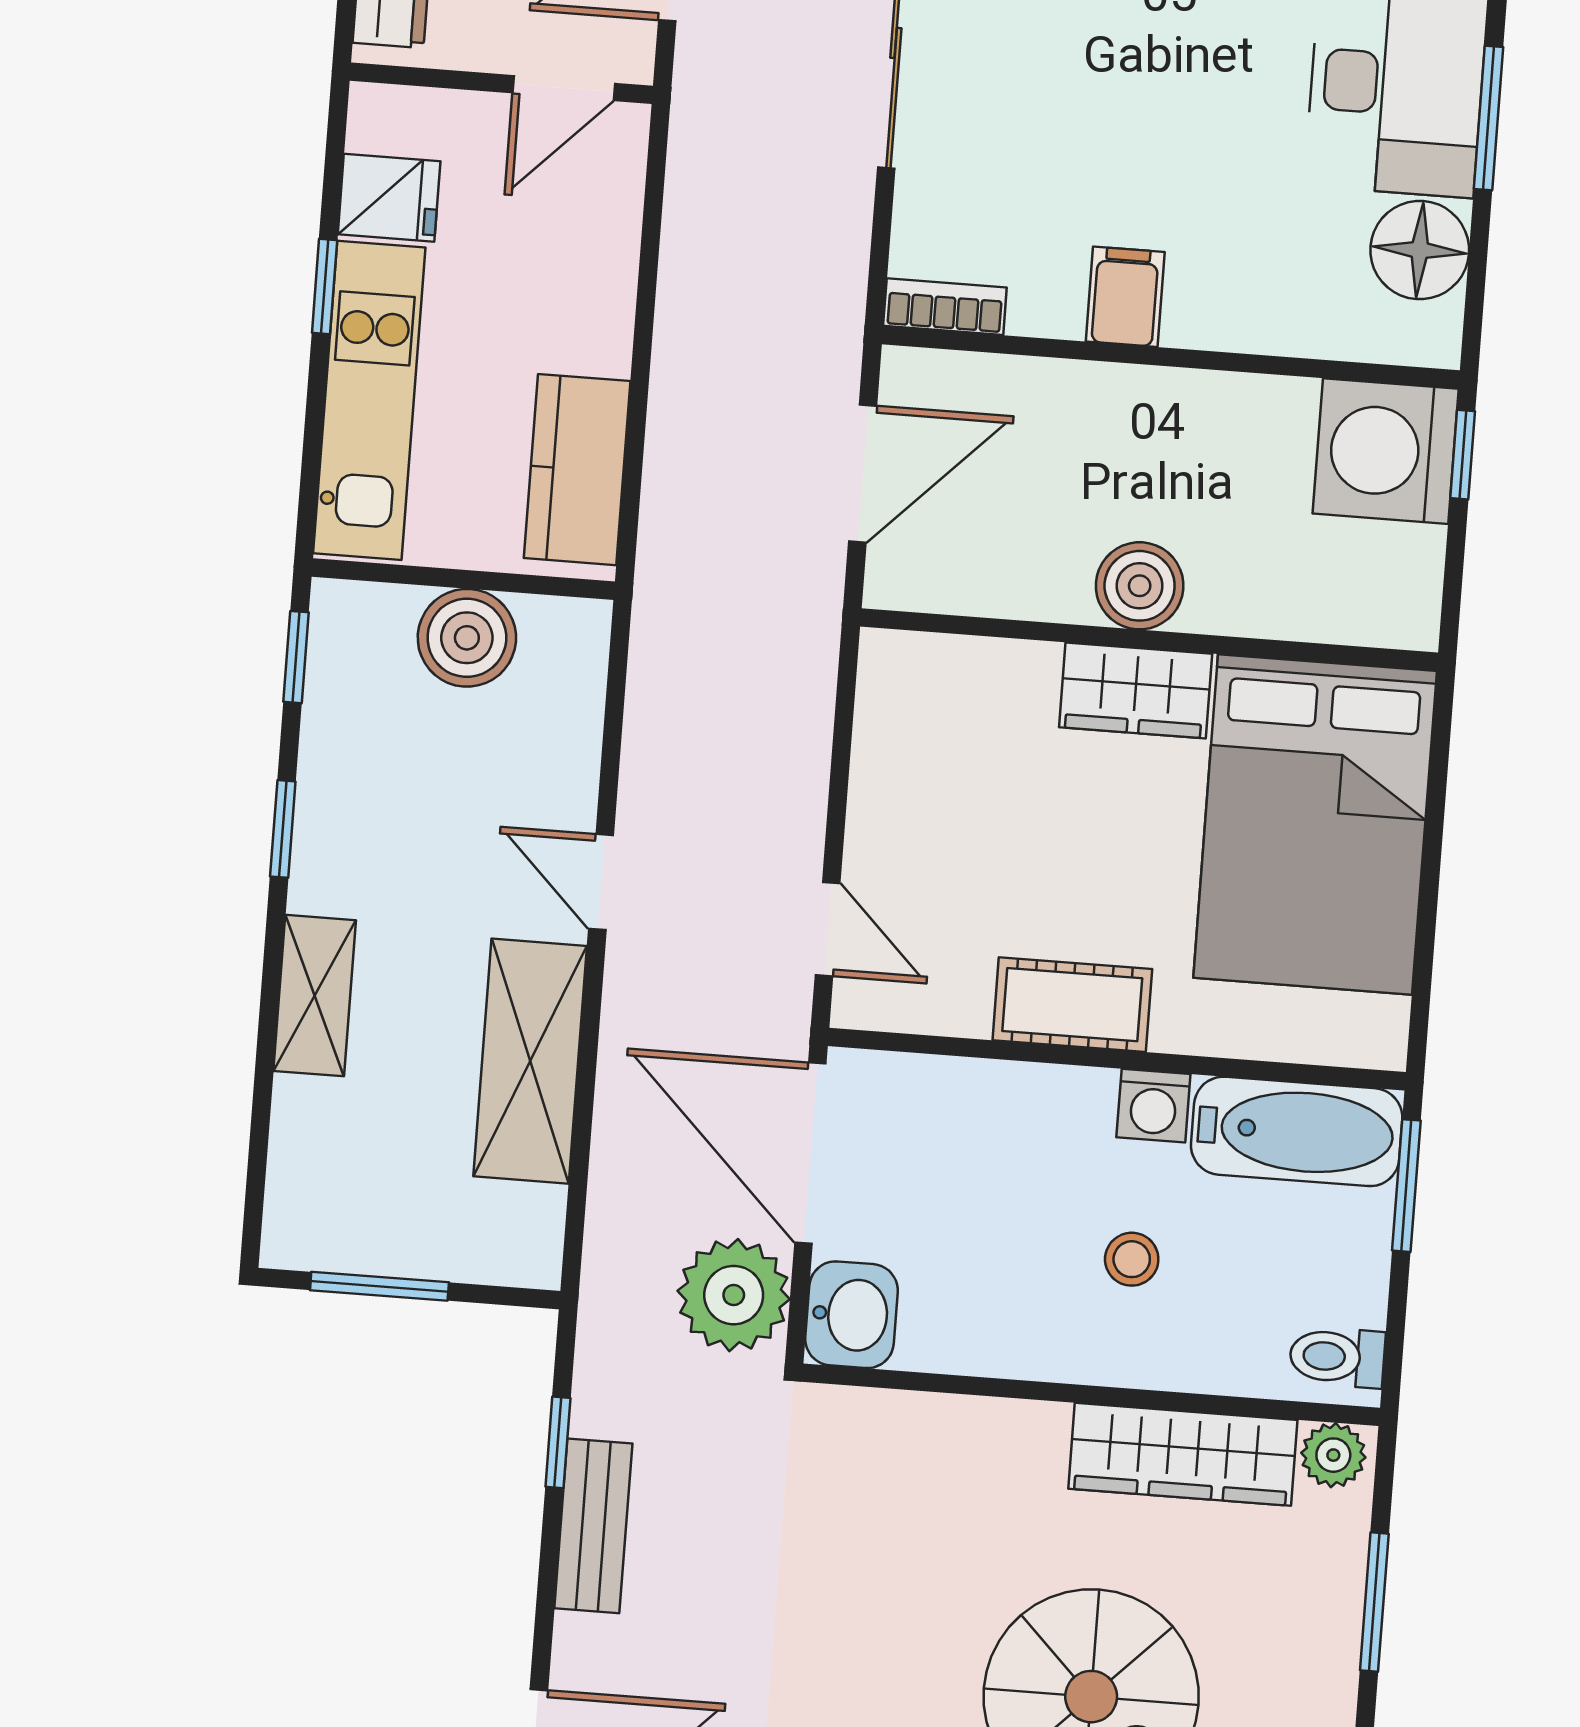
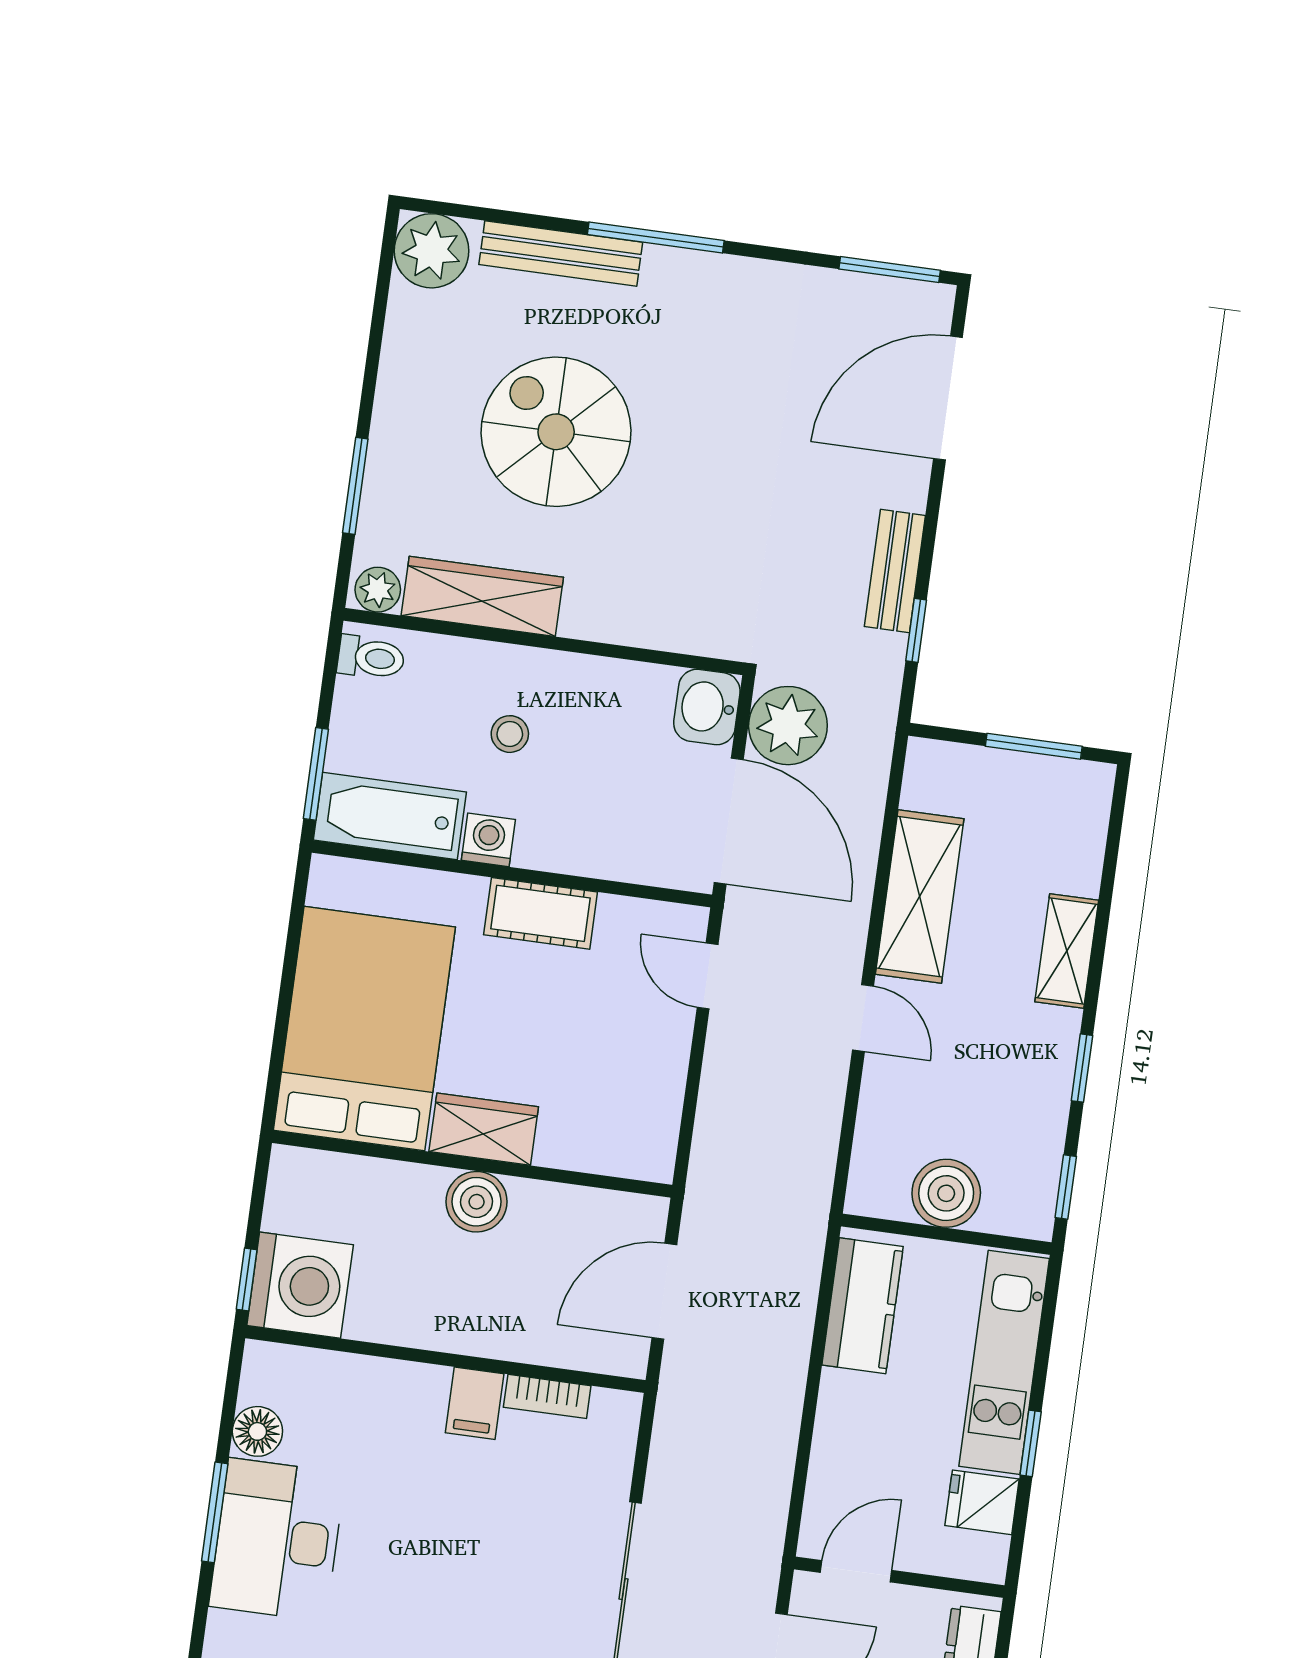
floor lamp: (1420, 250) -> (257, 1431), width x0.73, depth x0.73
bookcase: (945, 307) -> (547, 1396), moved

